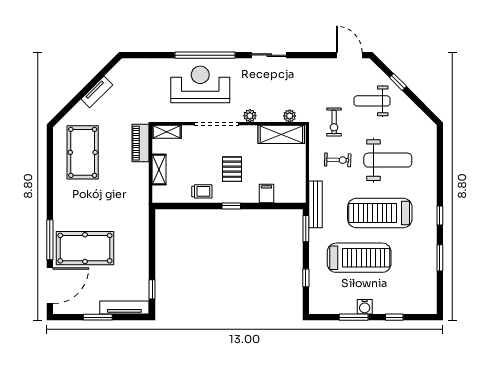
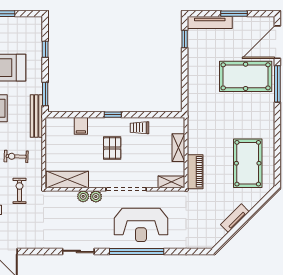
plant: (290, 116) -> (83, 196), moved

